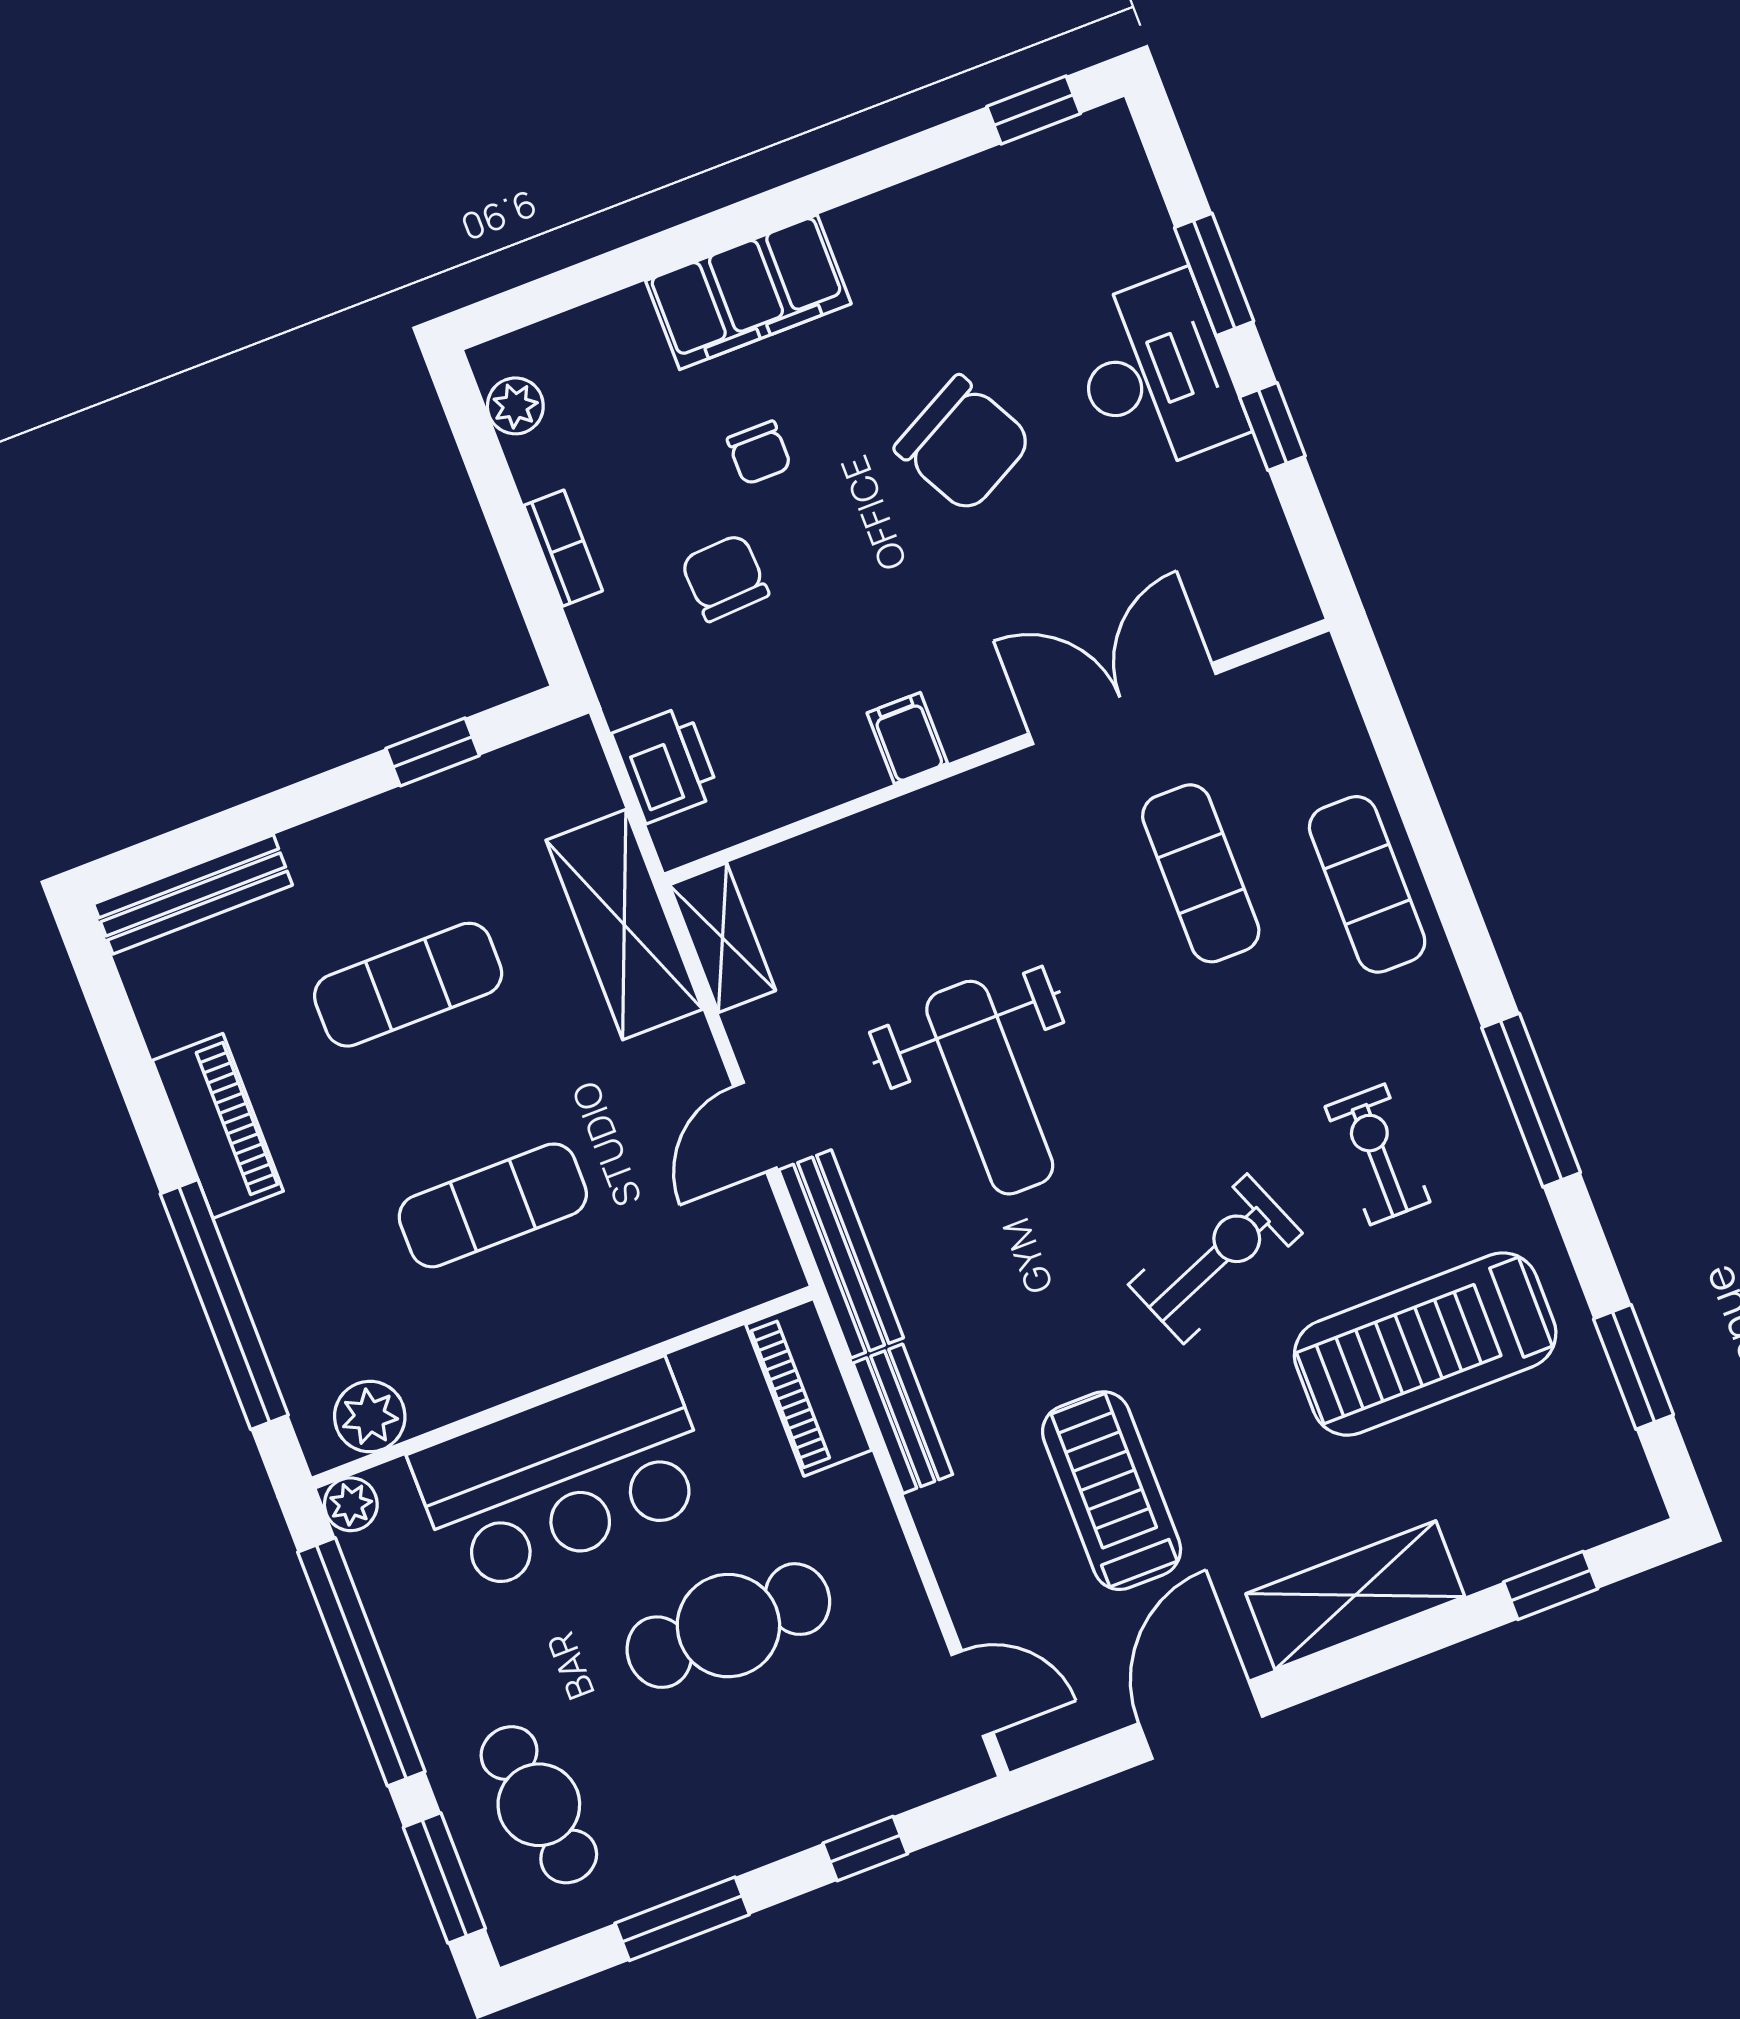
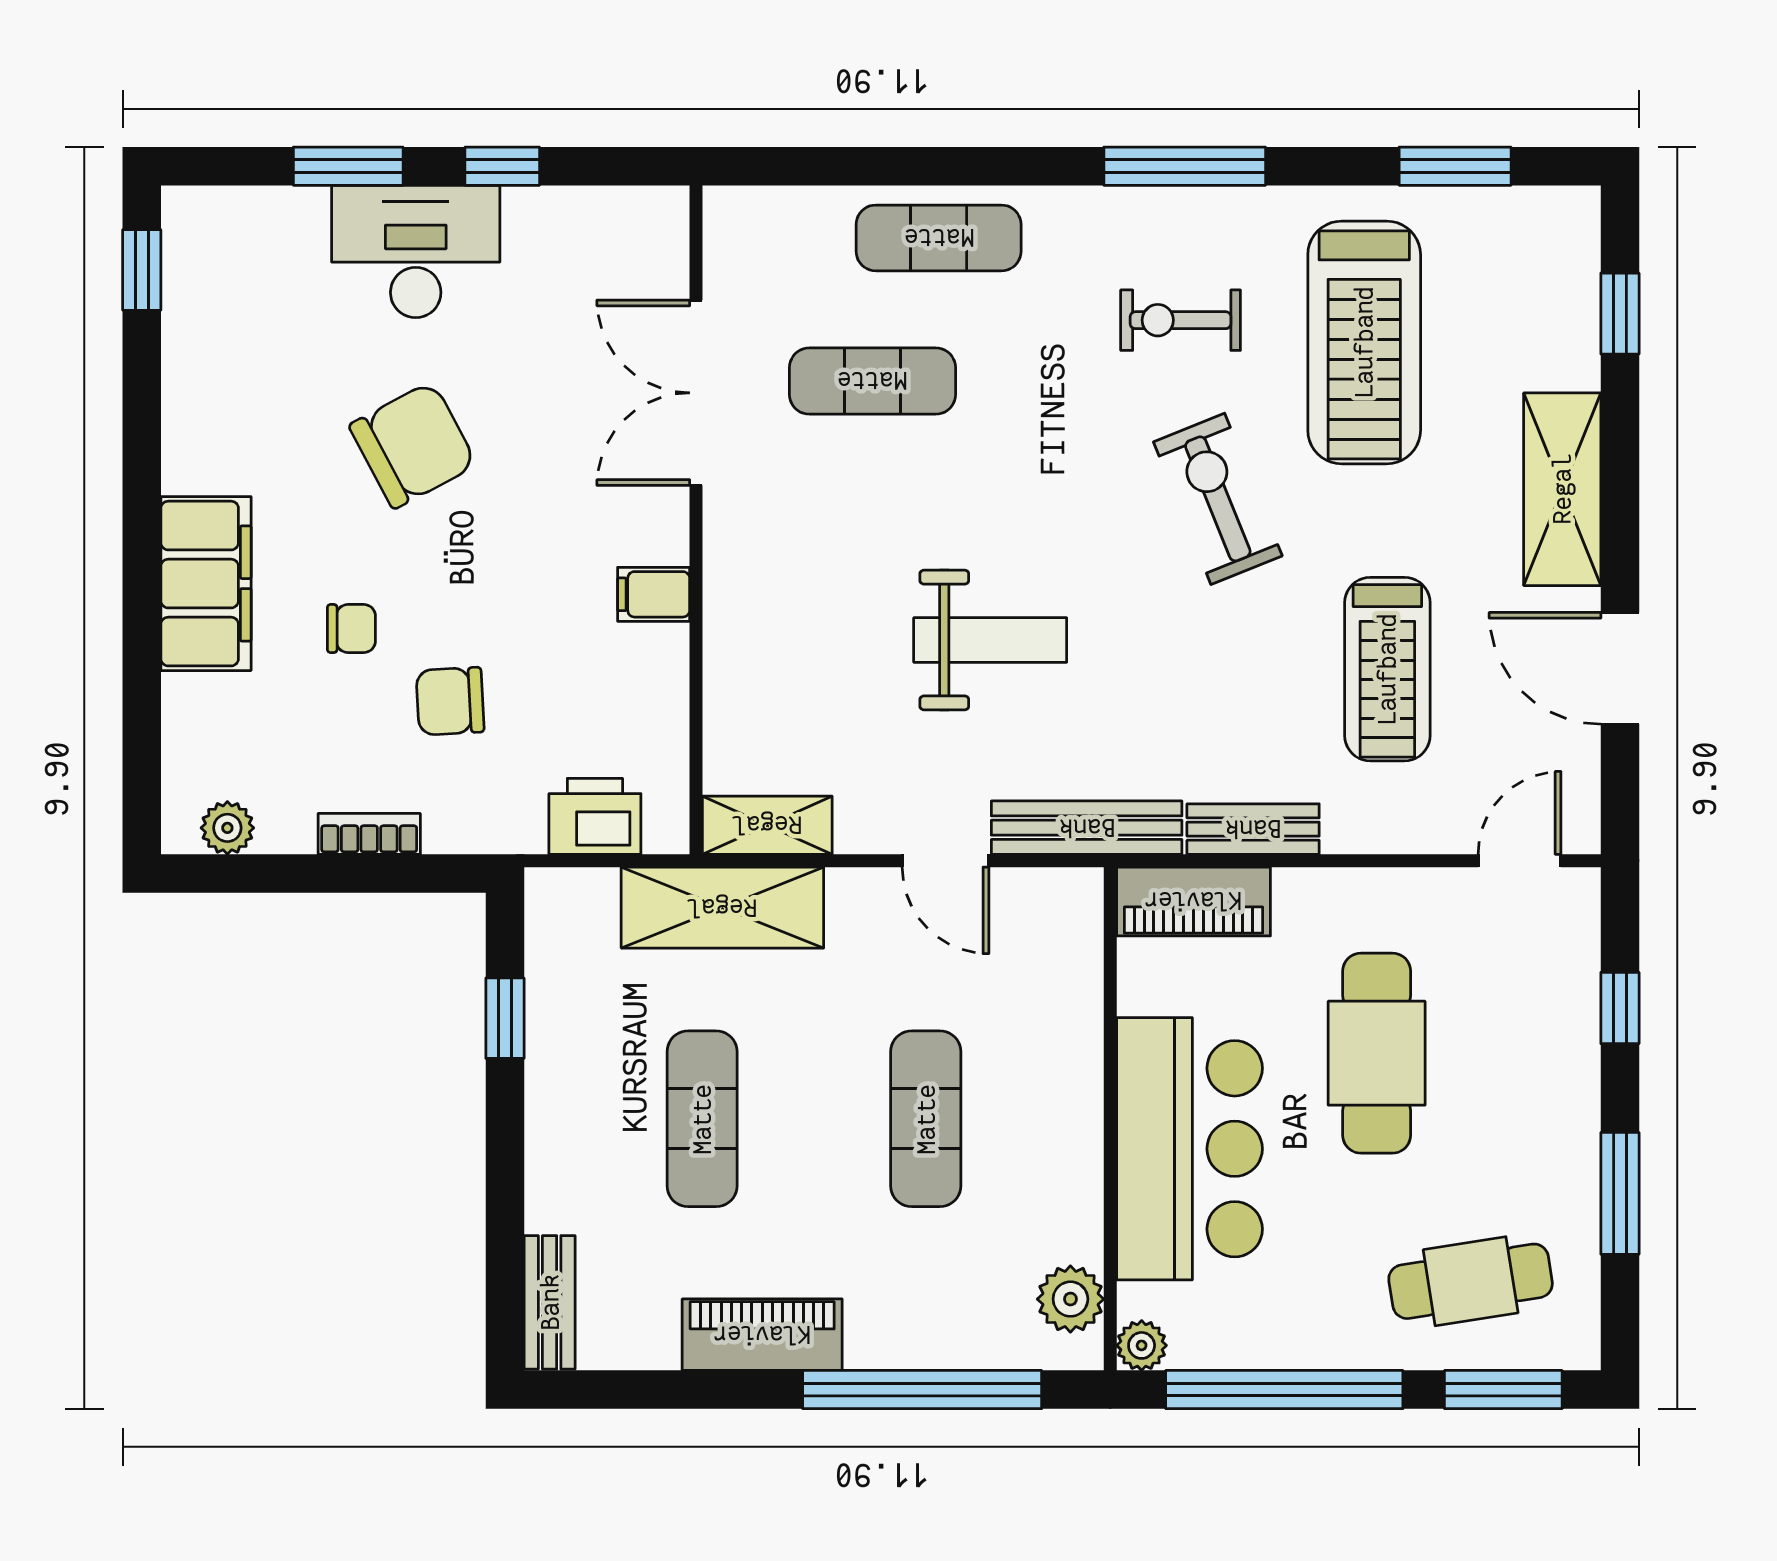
bench: (193, 894) -> (550, 1302), width x0.73
weight bench: (990, 1088) -> (990, 640), width x0.73, depth x0.75
treadmill: (1112, 1491) -> (1387, 669), turned -90

